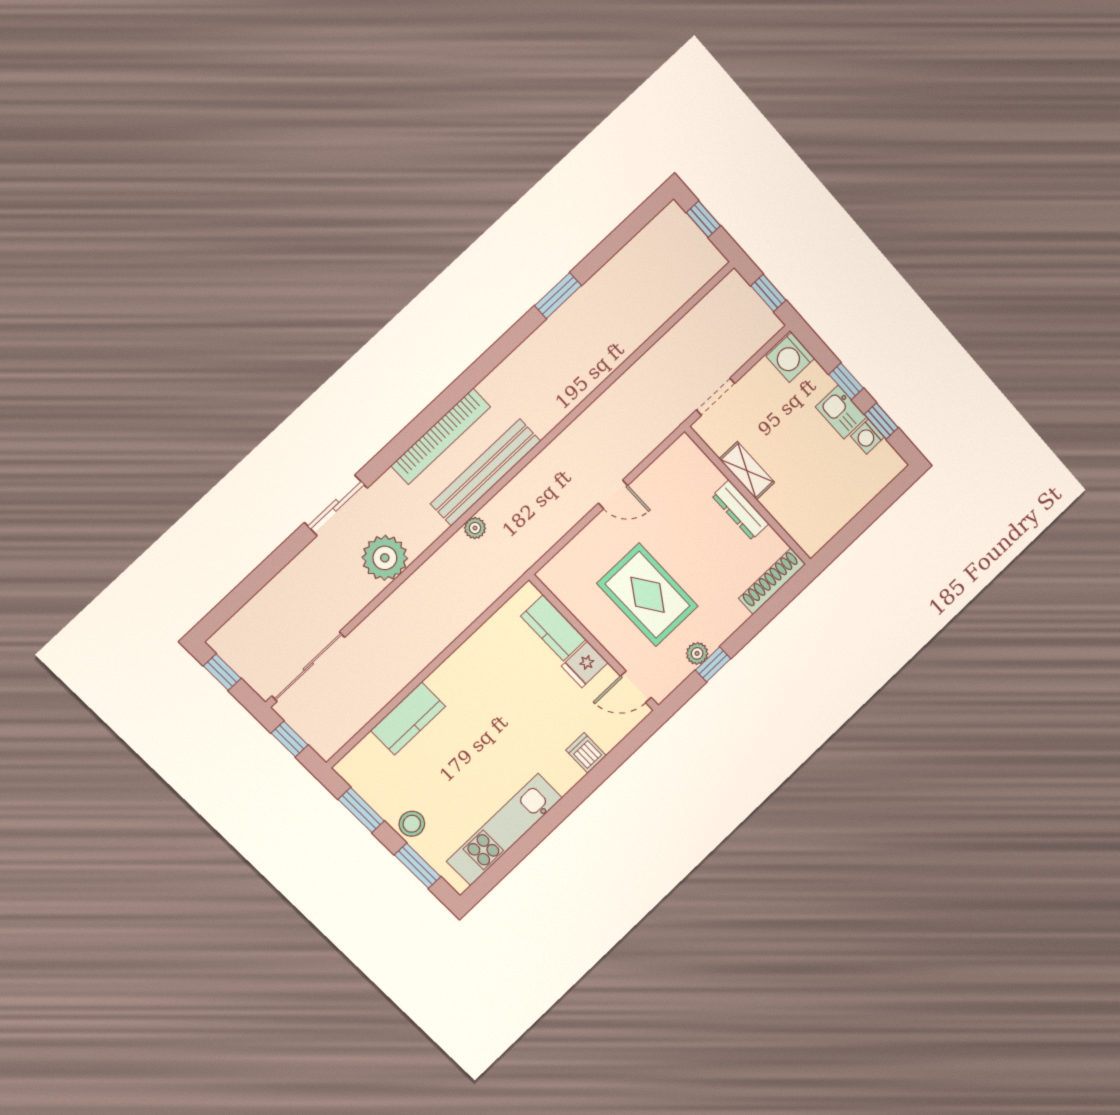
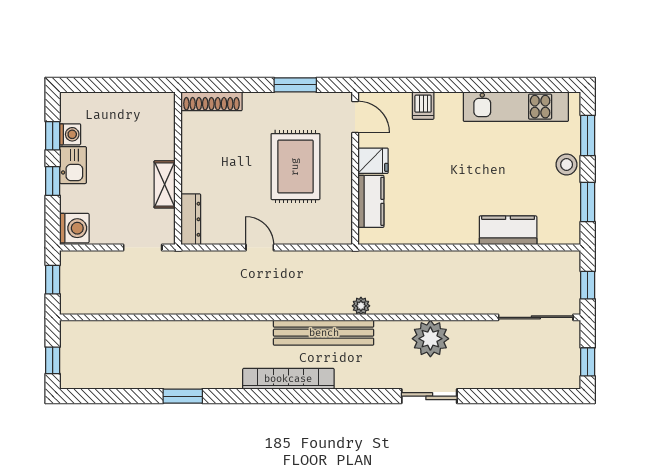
bookcase: (441, 436) -> (288, 379), moved
dresser: (740, 510) -> (191, 219), moved
plant: (697, 653) -> (299, 101), removed
window: (713, 664) -> (295, 85), width x1.50

